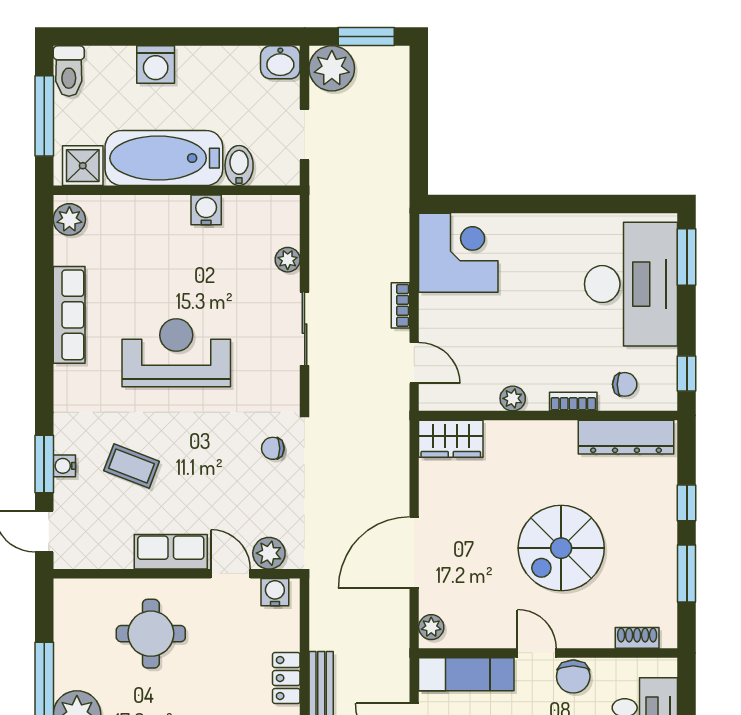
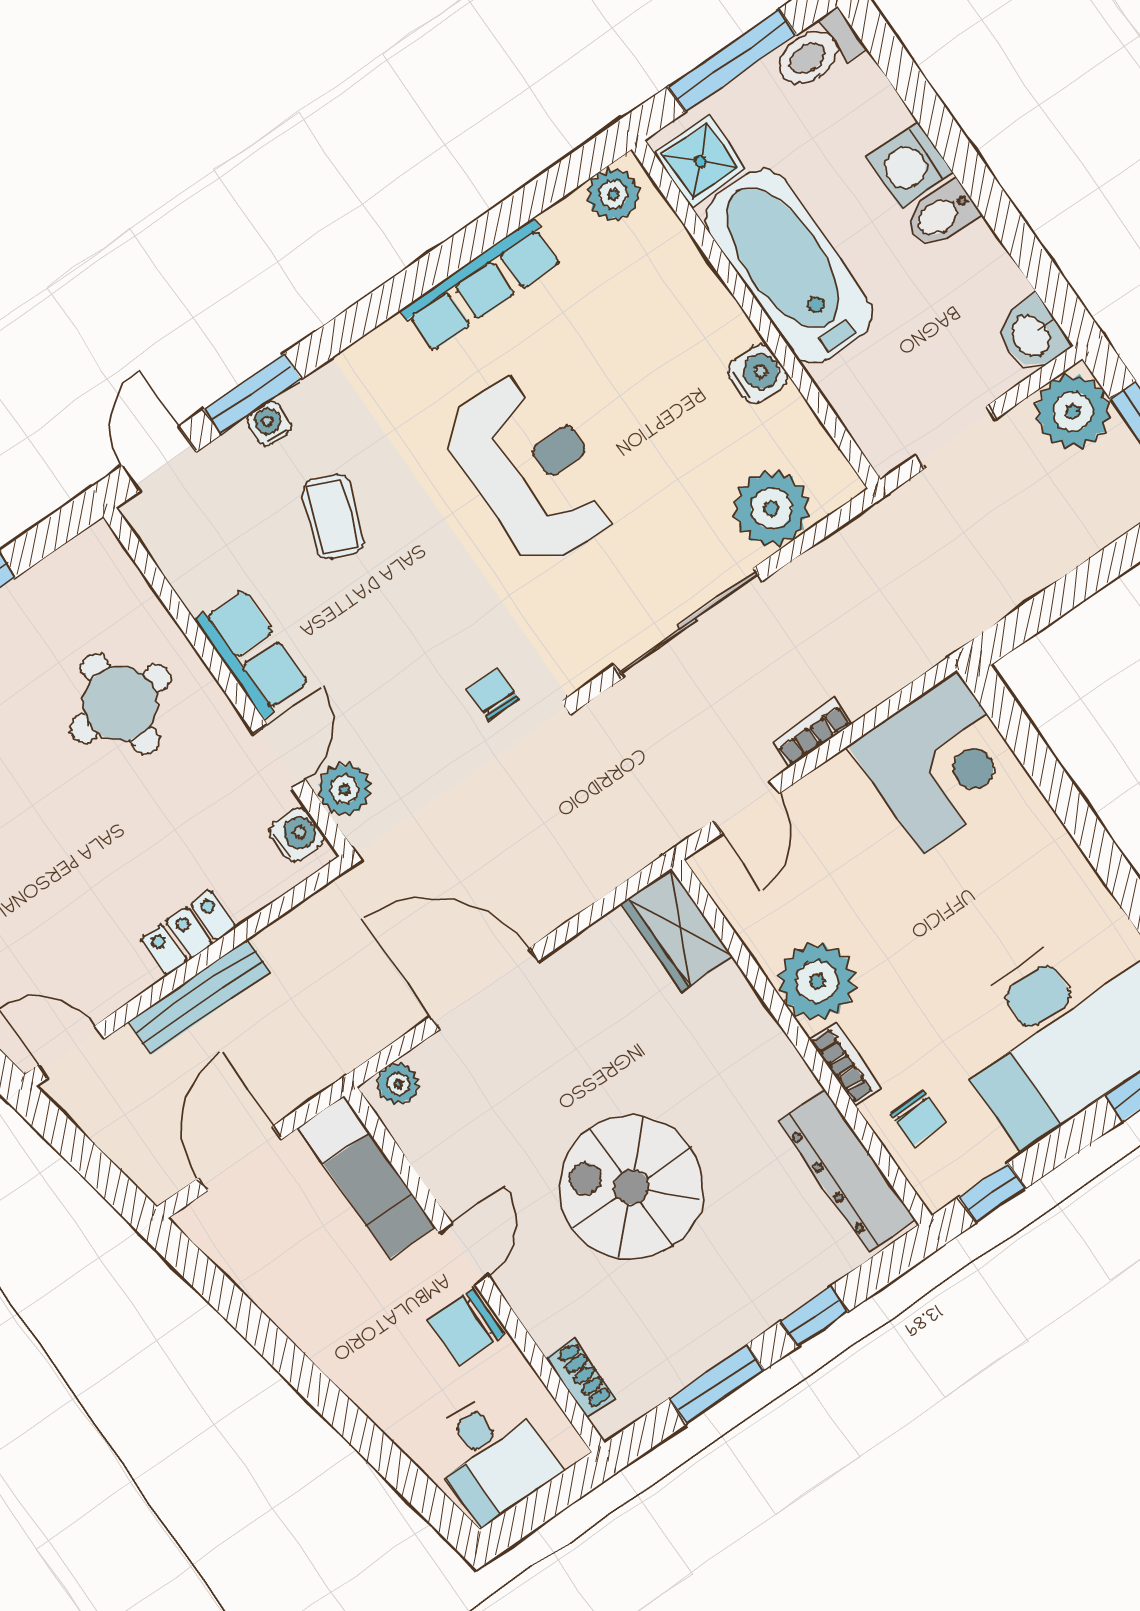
bidet: (239, 166) -> (941, 215), moved, turned 180
plant: (288, 260) -> (772, 509), width x1.88, depth x1.88
sliding door: (305, 329) -> (688, 623), width x1.37
plant: (513, 398) -> (817, 981), width x1.87, depth x1.87

